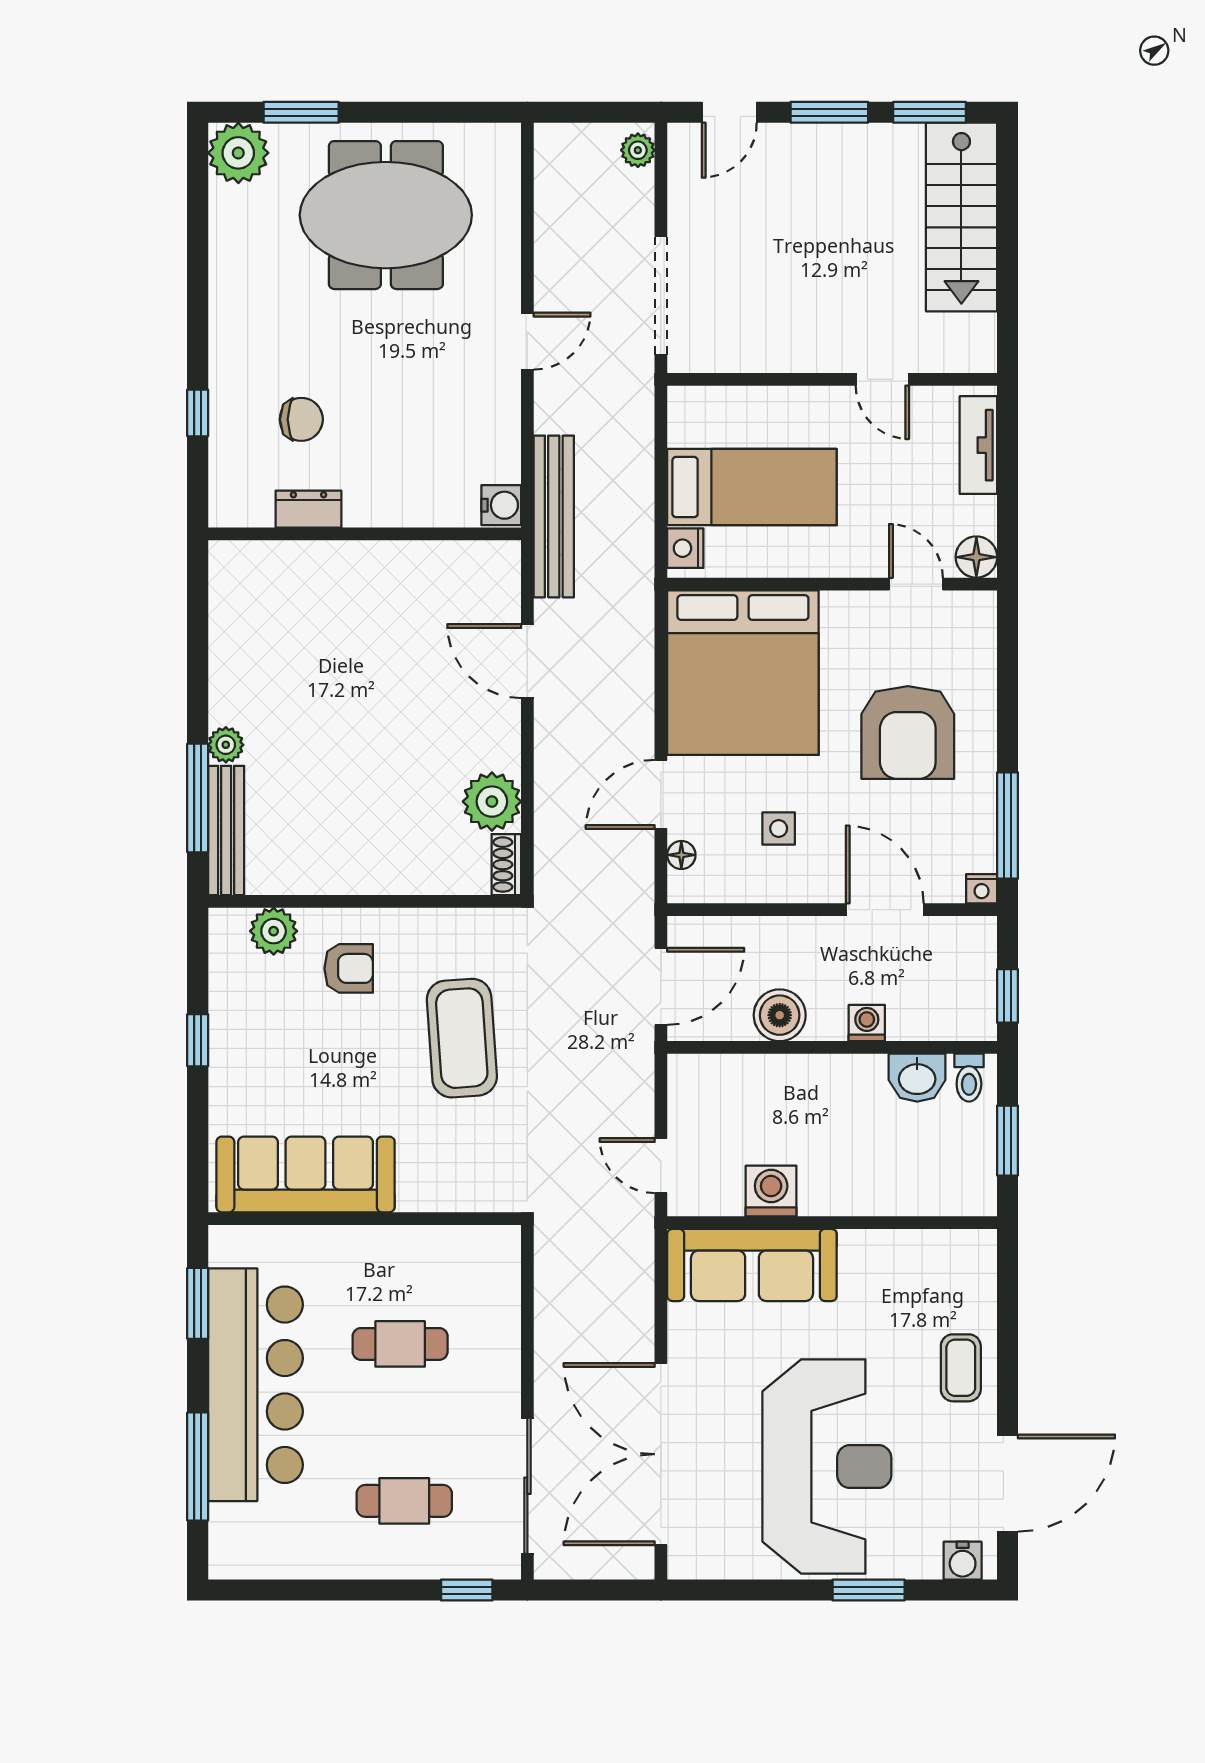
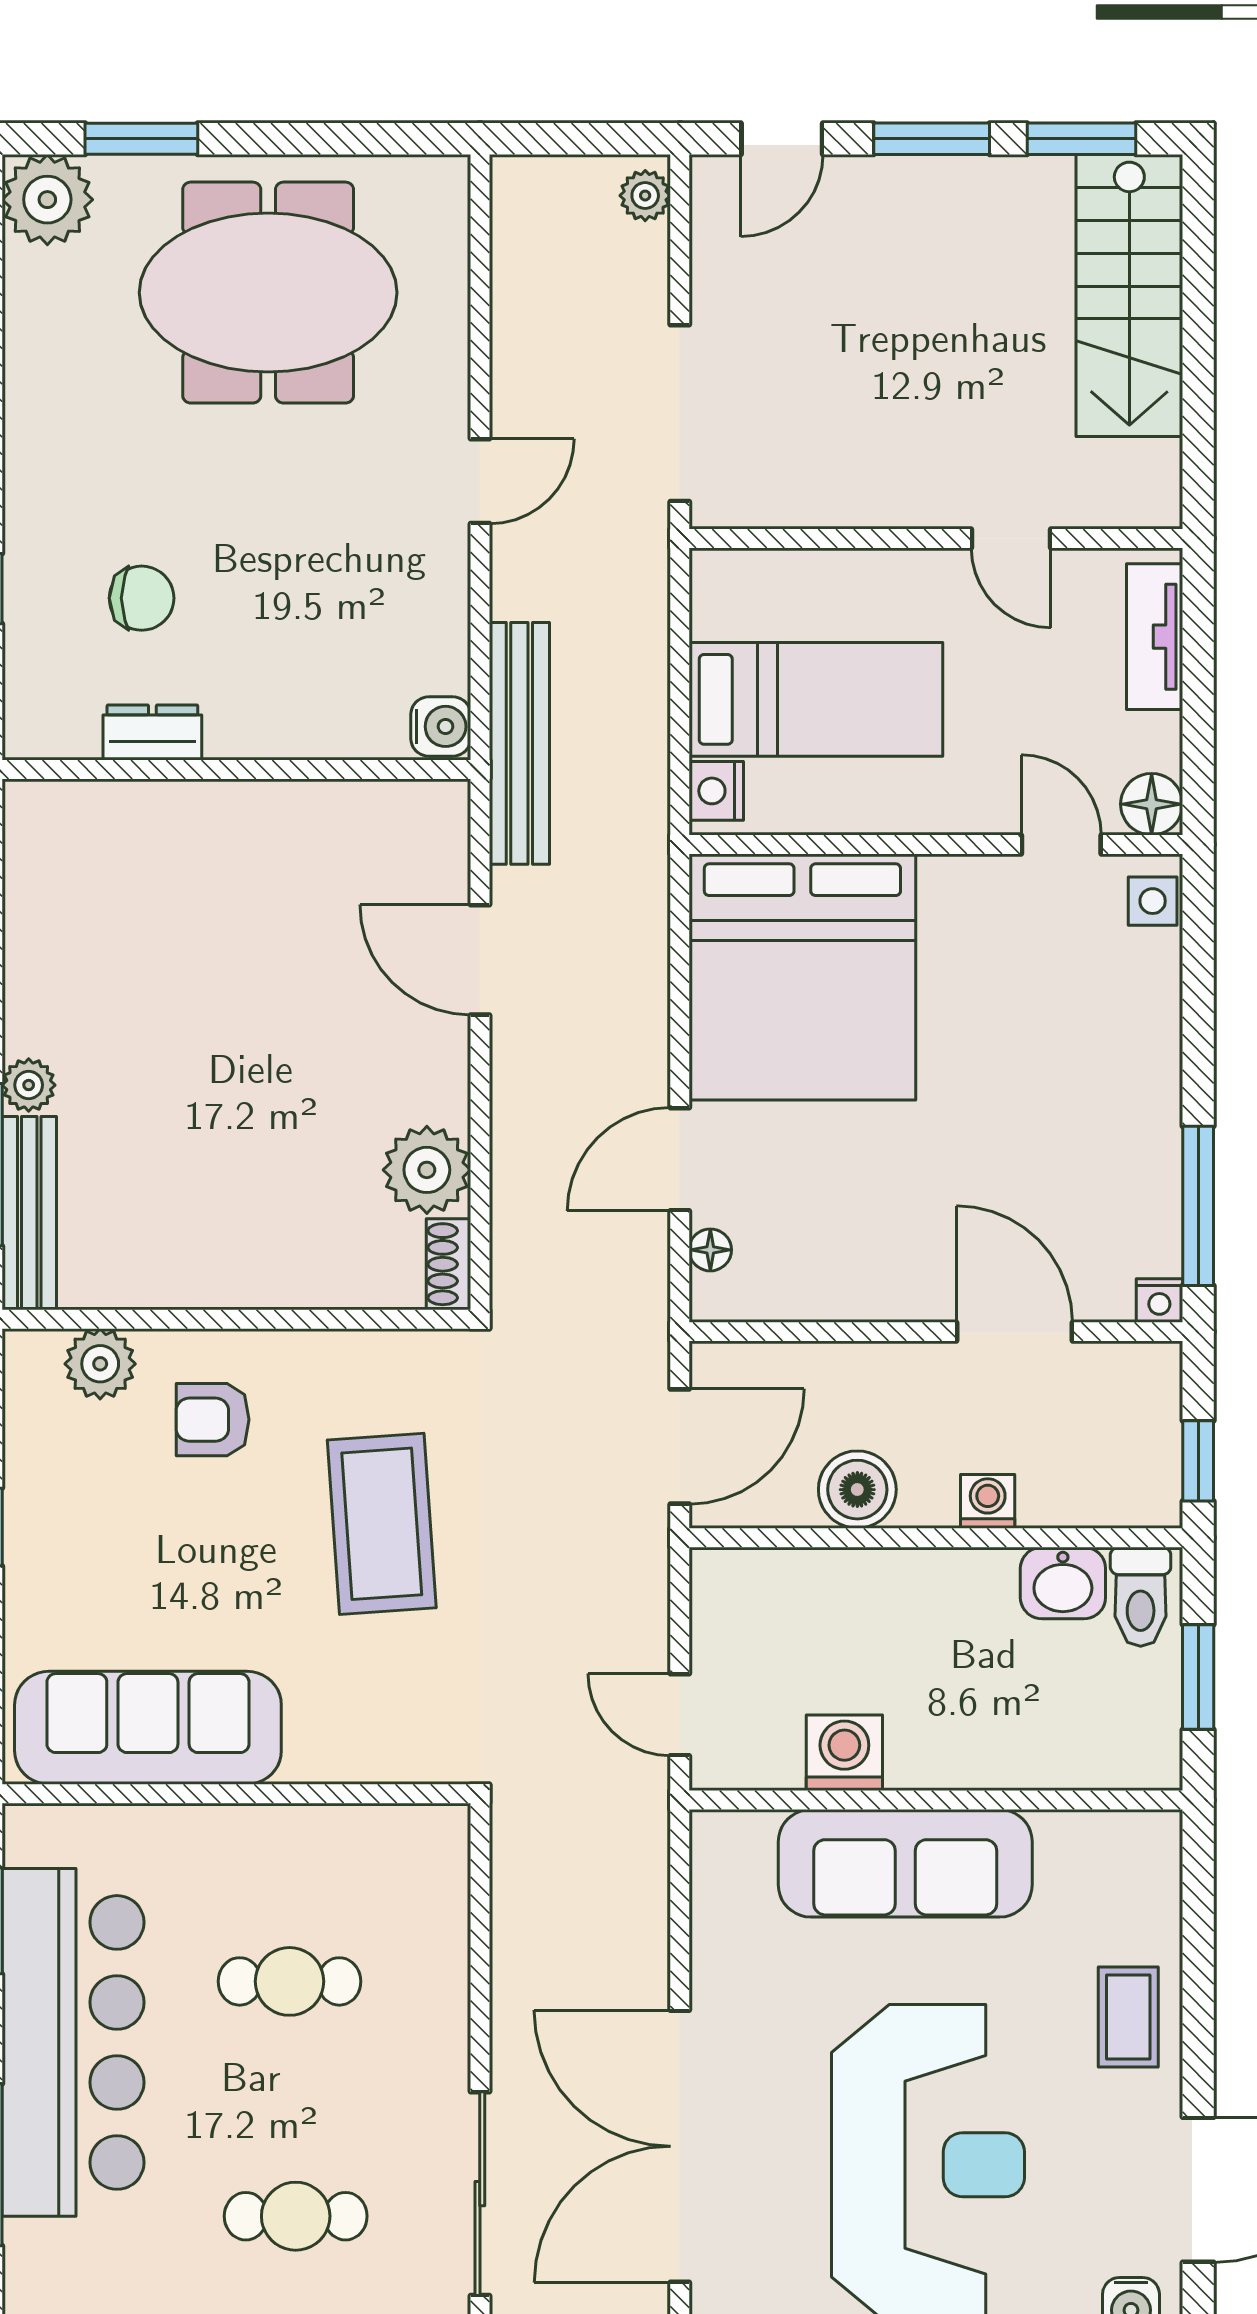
armchair: (908, 732) -> (1049, 1067), removed
side table: (779, 828) -> (1153, 901), moved
armchair: (349, 968) -> (213, 1420), turned 180
toilet: (969, 1078) -> (1141, 1597), width x1.37, depth x1.39
sofa: (752, 1265) -> (905, 1863), moved

